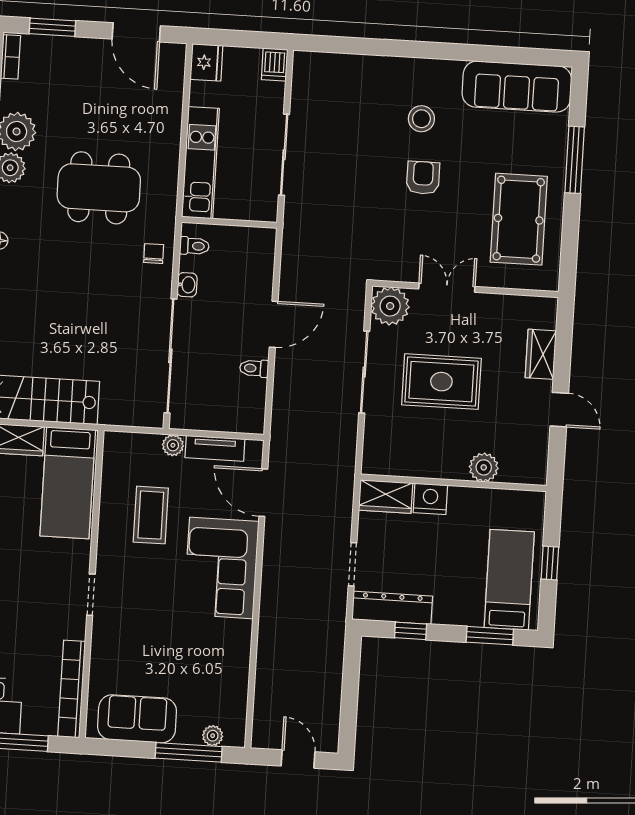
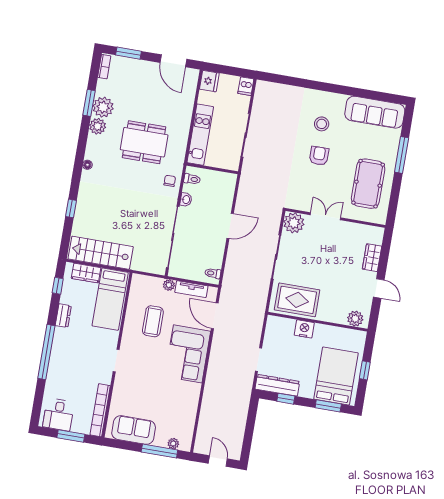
toilet: (254, 368) -> (213, 273), moved
rug: (441, 382) -> (297, 300), moved
plant: (484, 467) -> (355, 319), moved
wardrobe: (386, 497) -> (280, 325), removed
bed: (509, 580) -> (336, 376), width x1.50

